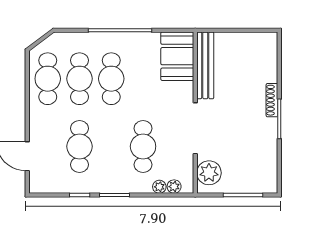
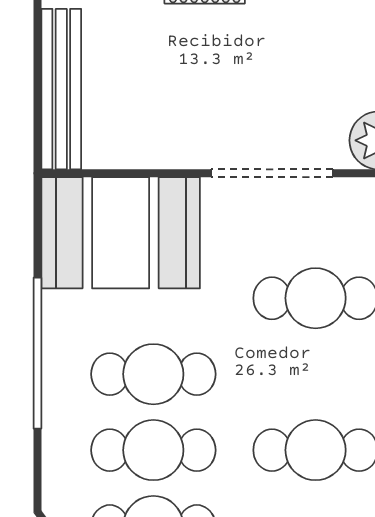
booth: (177, 56) -> (121, 233), width x1.36, depth x1.42
bench: (205, 65) -> (61, 89), moved, turned 90

